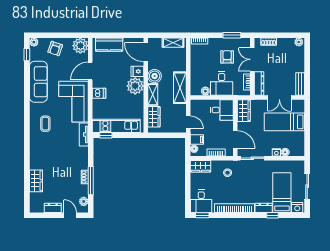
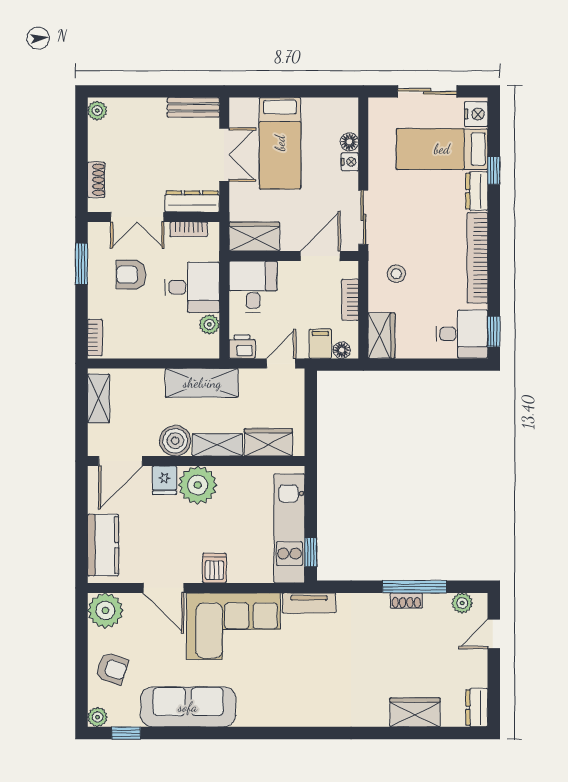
printer: (196, 105) -> (242, 347), added
coffee table: (45, 124) -> (284, 691), removed
dresser: (53, 208) -> (477, 708), moved

